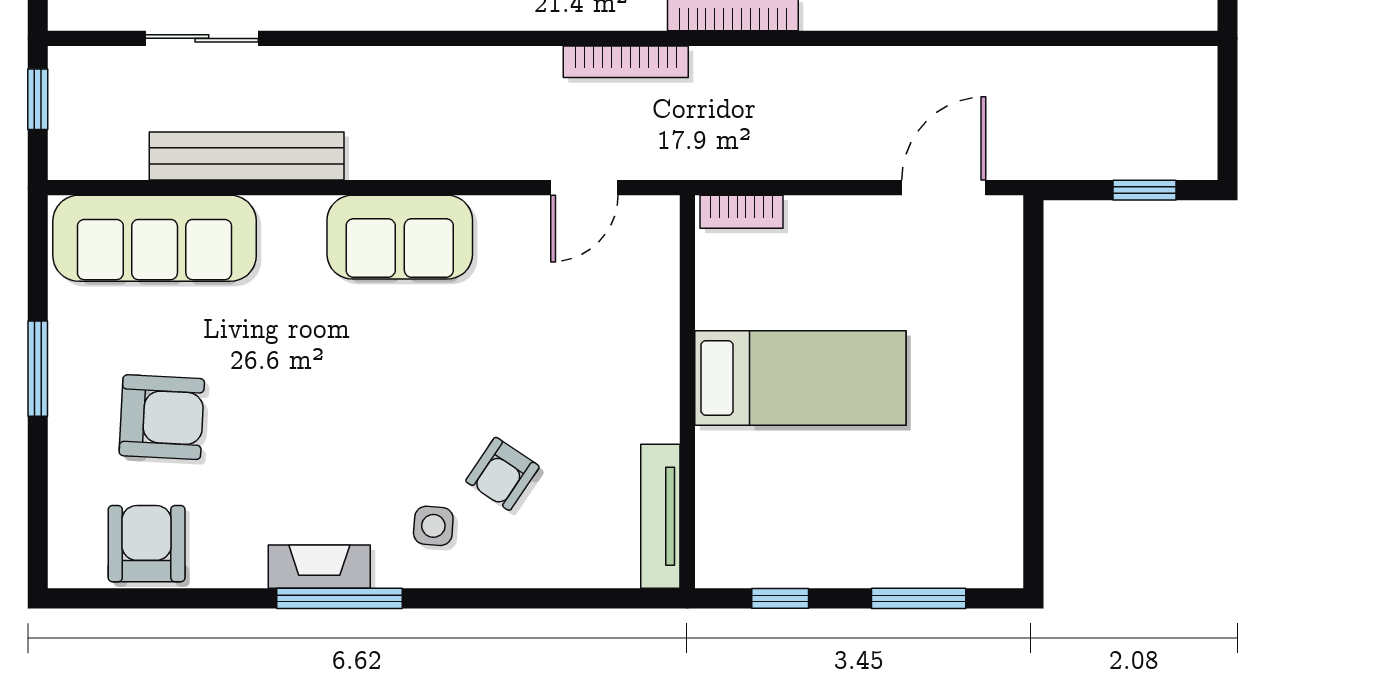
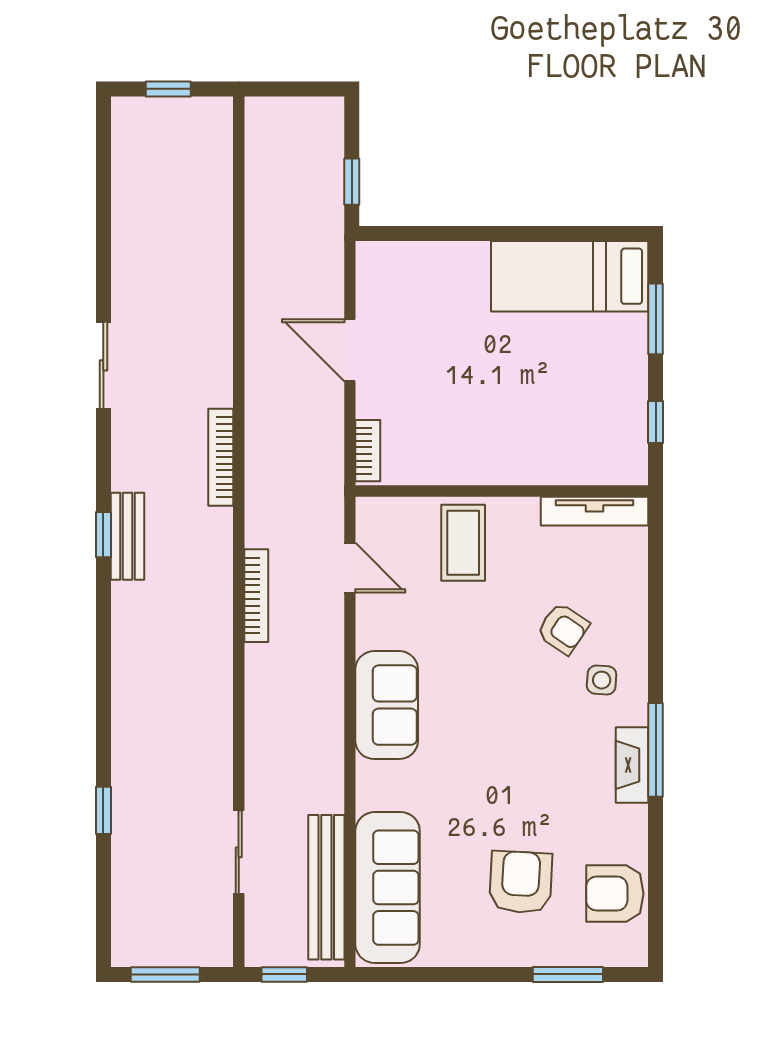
bookcase: (626, 62) -> (256, 596), moved
bench: (247, 156) -> (326, 887), moved
door: (944, 188) -> (350, 350), moved
window: (1144, 190) -> (352, 182), moved
coffee table: (618, 340) -> (463, 543), added
window: (38, 369) -> (568, 974), moved
bed: (800, 378) -> (570, 276), moved, turned -90

